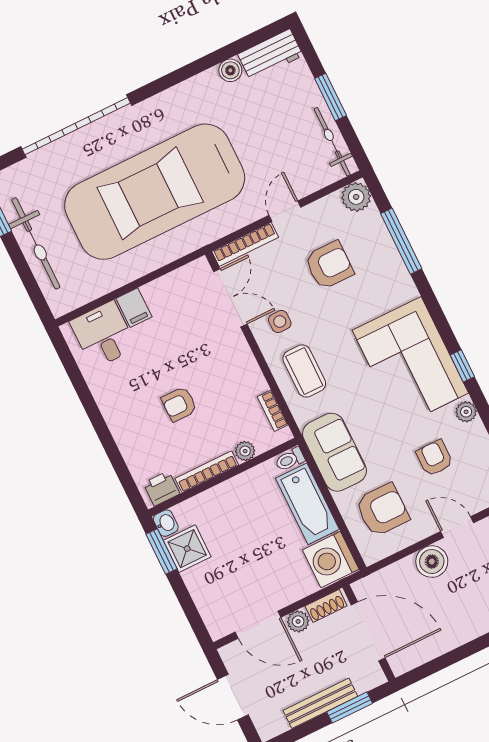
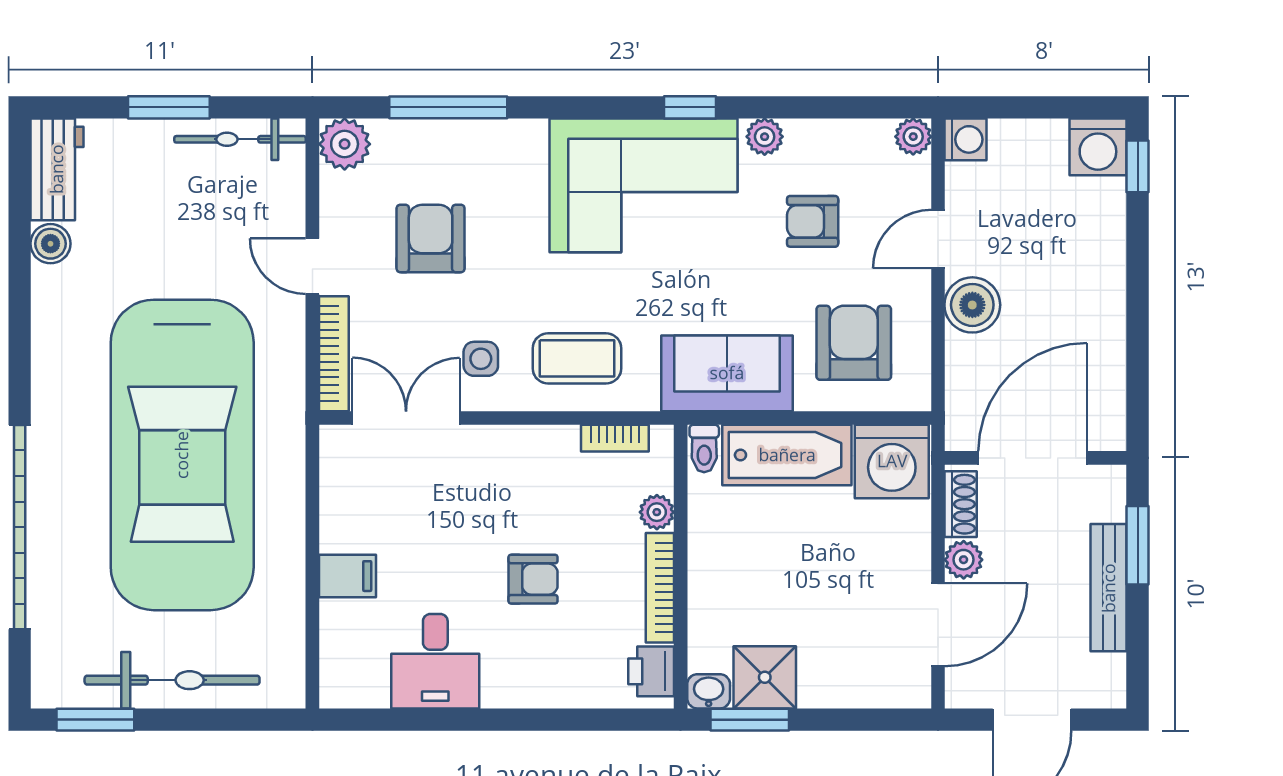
desk: (103, 335) -> (435, 661), moved, turned -90
armchair: (179, 404) -> (533, 579), turned -90

